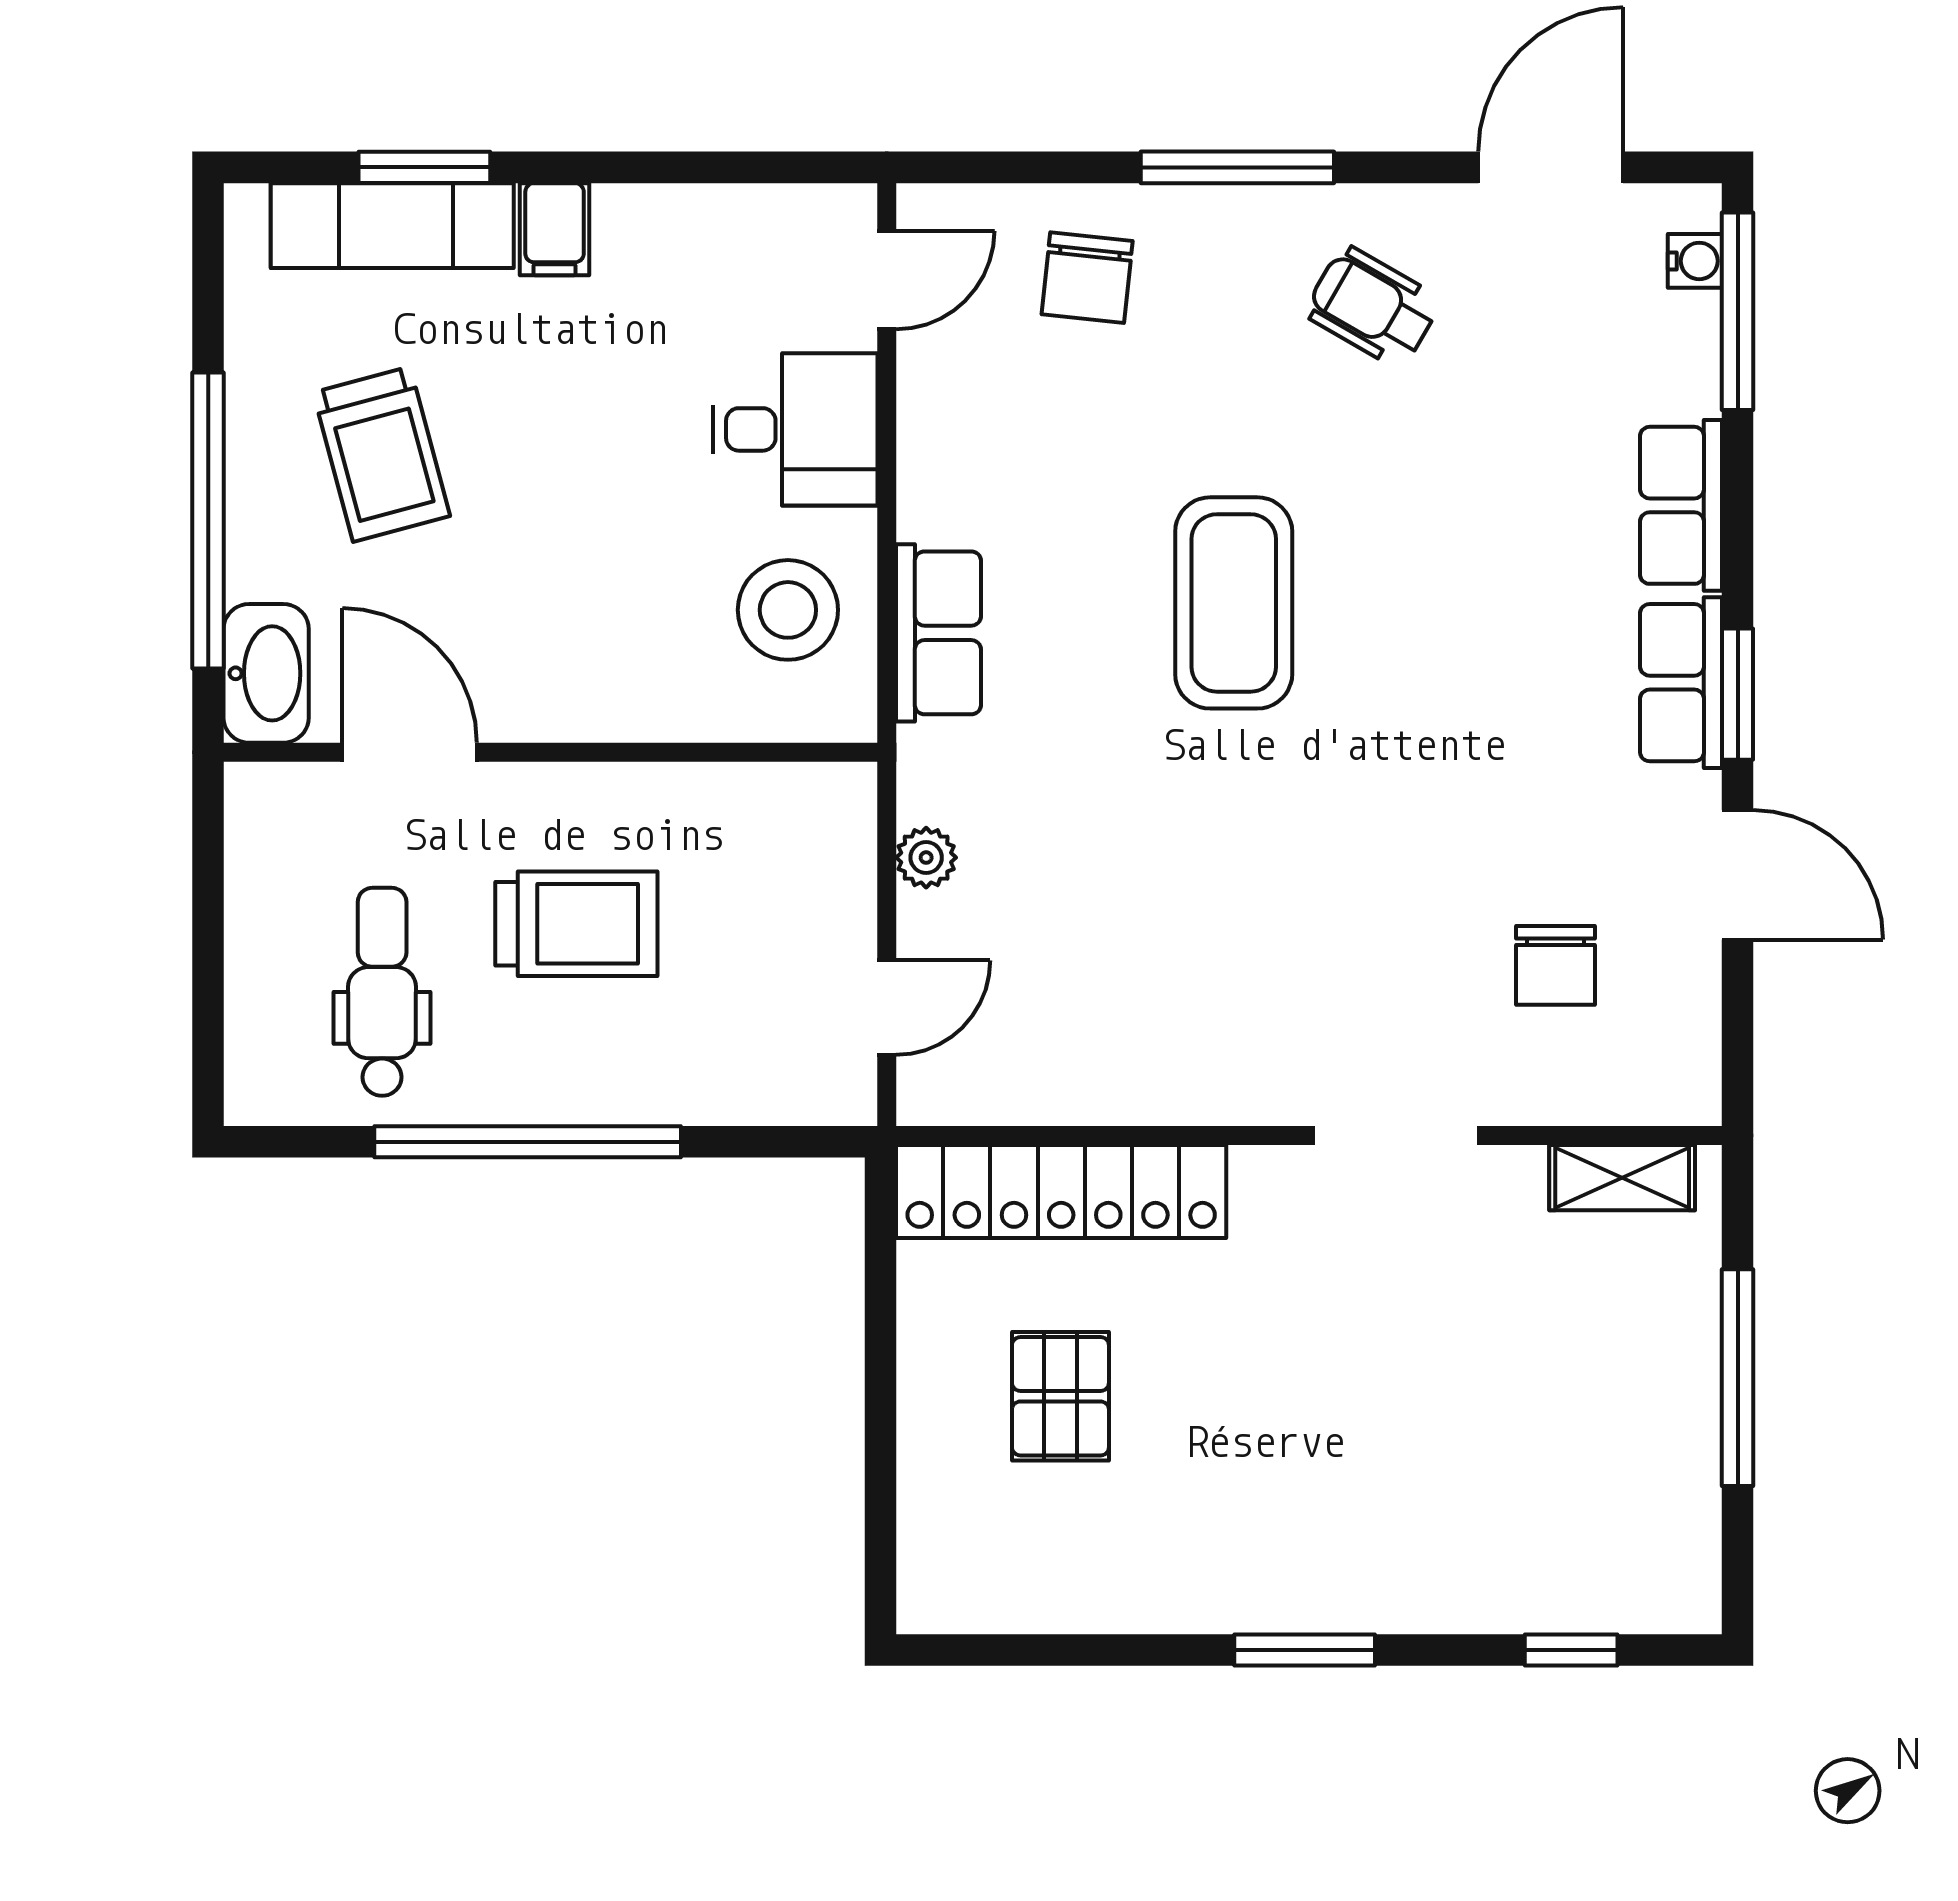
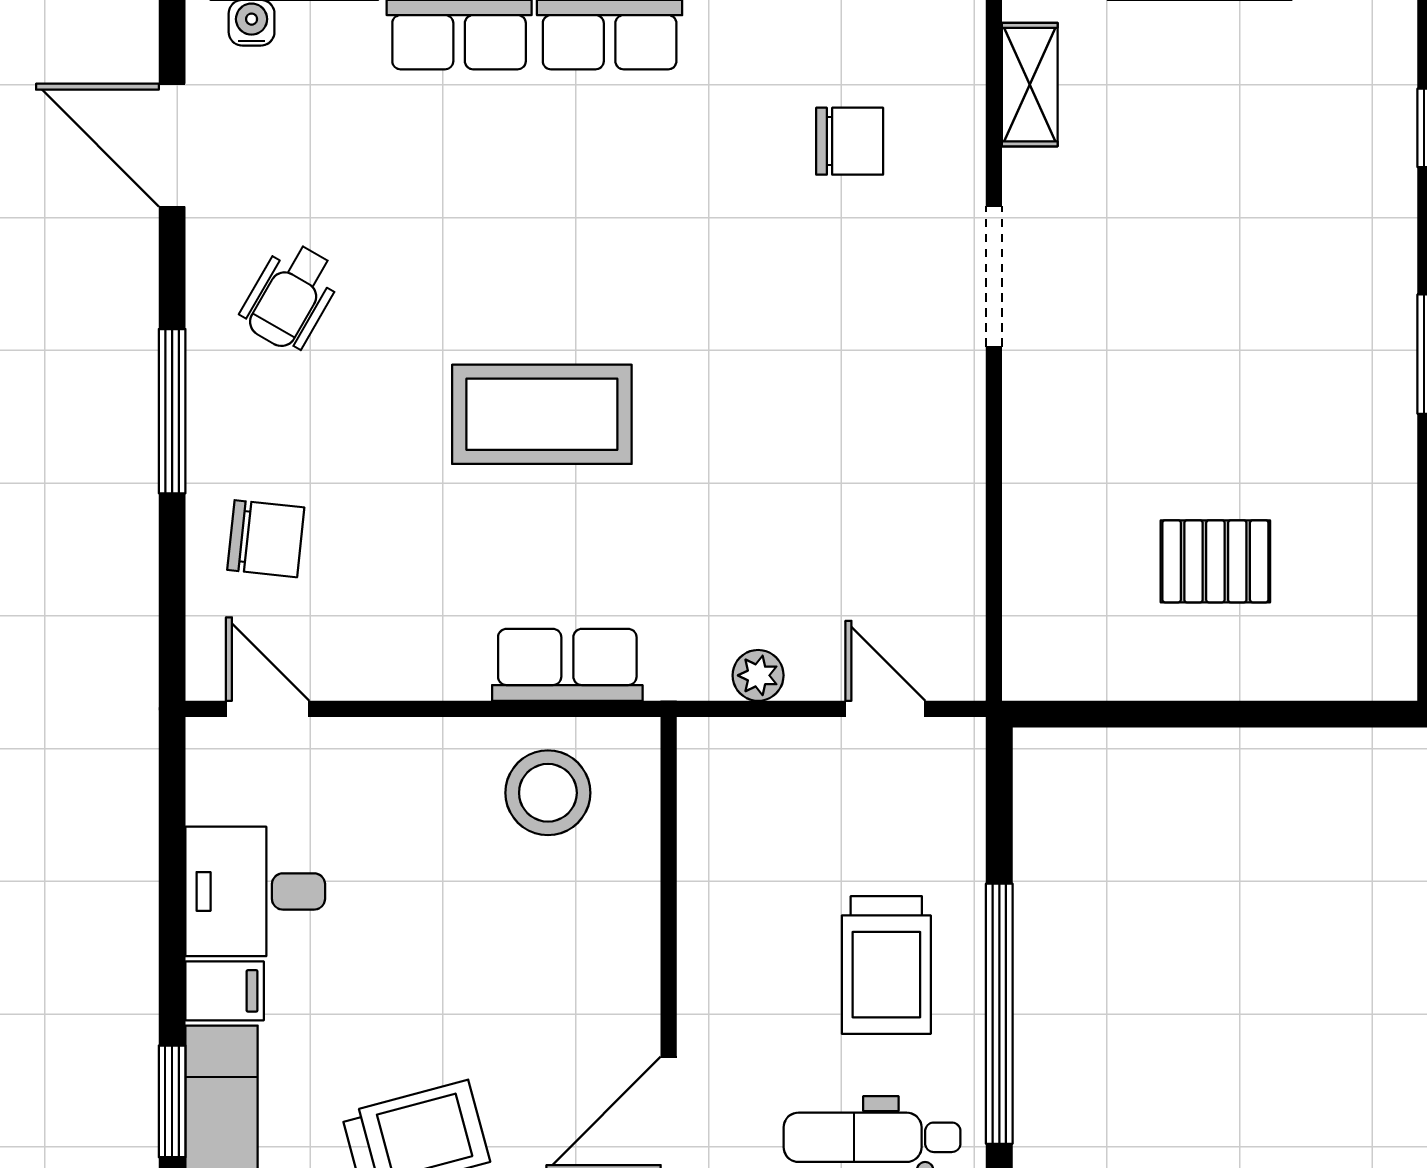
desk: (795, 429) -> (255, 891), moved, turned -90
trolley: (576, 924) -> (886, 965), moved, turned 180
locker: (1061, 1191) -> (1042, 561), removed

